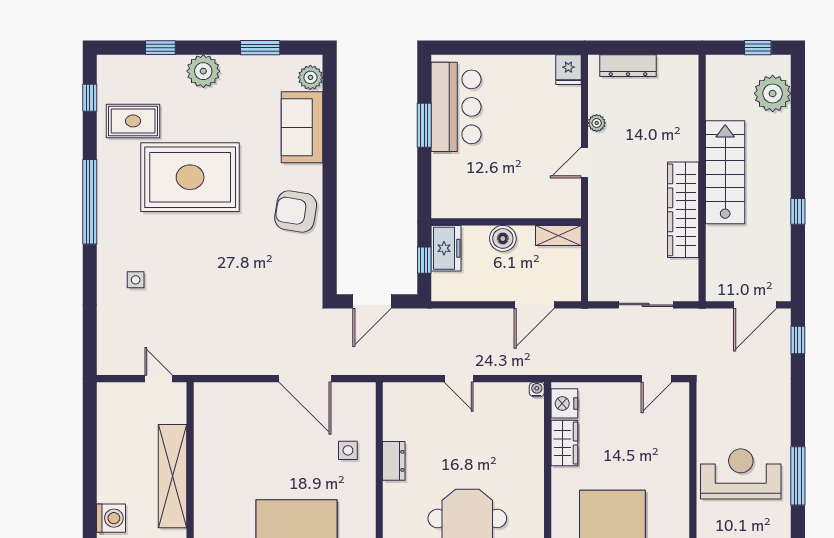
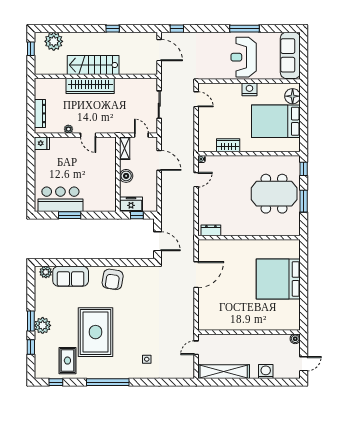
window: (260, 48) -> (31, 321), moved
wardrobe: (683, 210) -> (90, 86), moved
door: (585, 269) -> (141, 135), added
door: (459, 379) -> (196, 180), moved
nightstand: (564, 403) -> (249, 89), moved, turned 180
side table: (348, 450) -> (232, 253), removed
dresser: (394, 461) -> (211, 230), moved
shelving: (173, 476) -> (224, 372), moved

